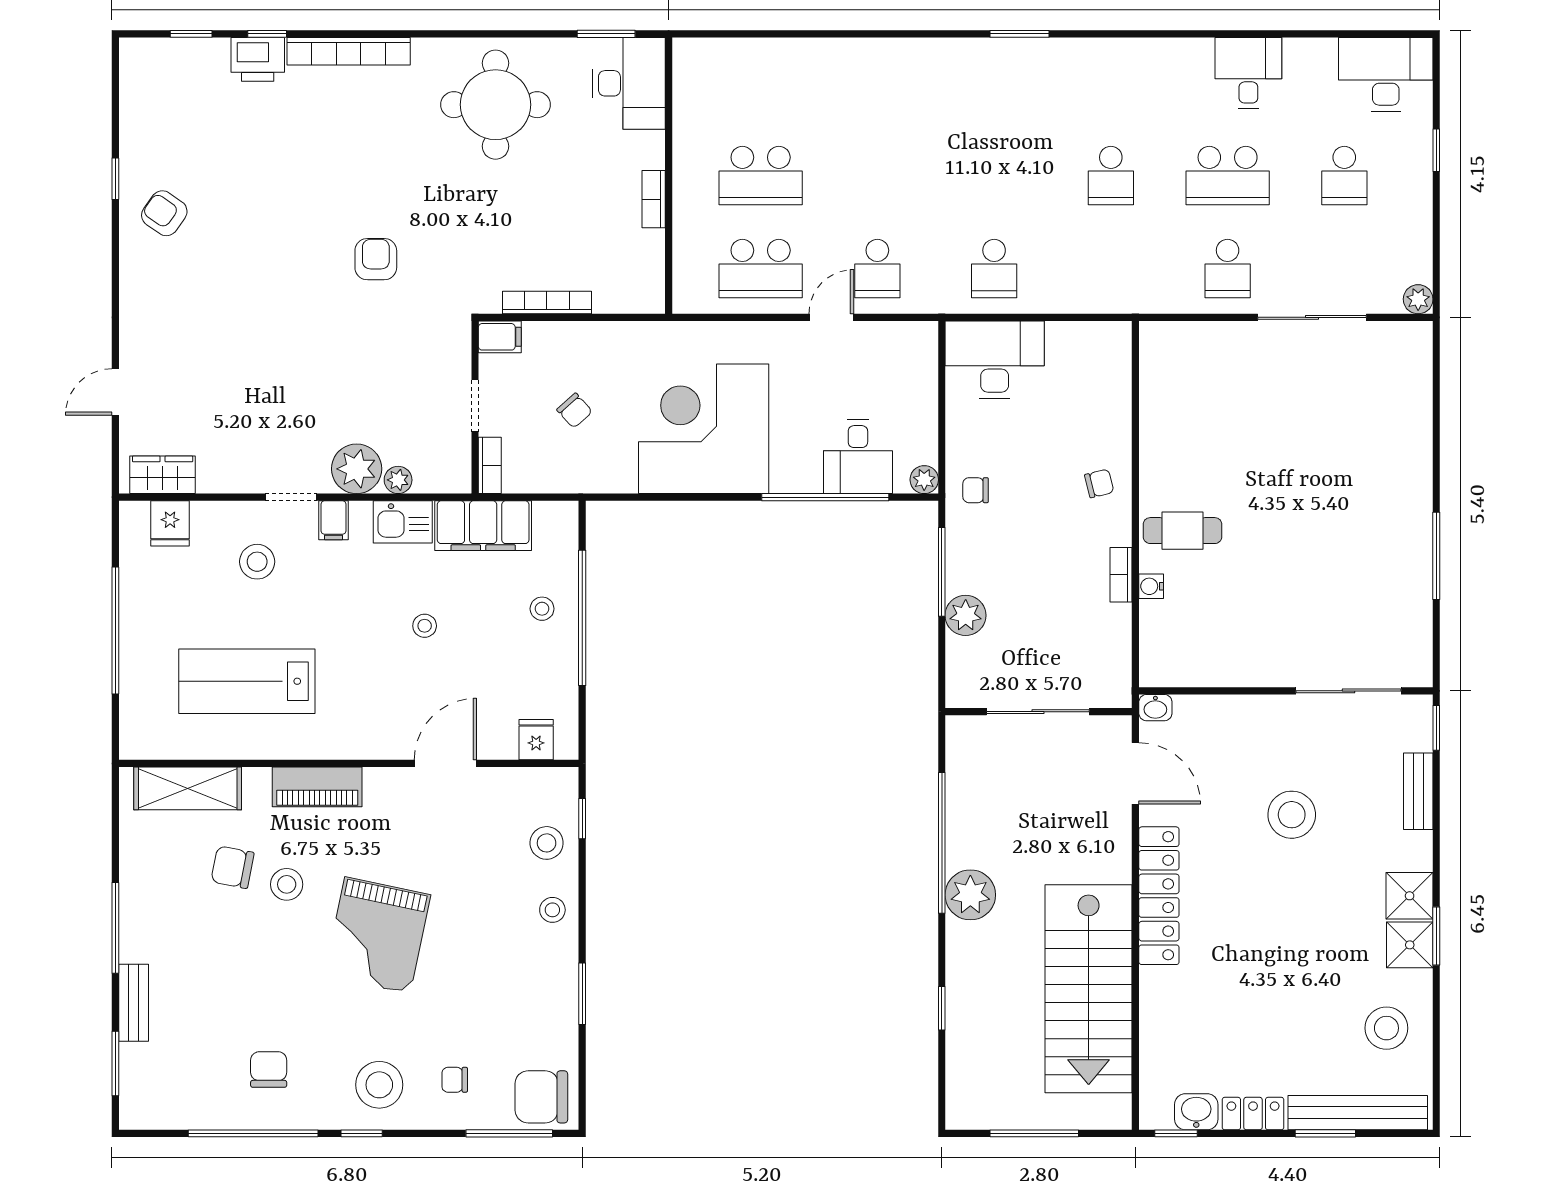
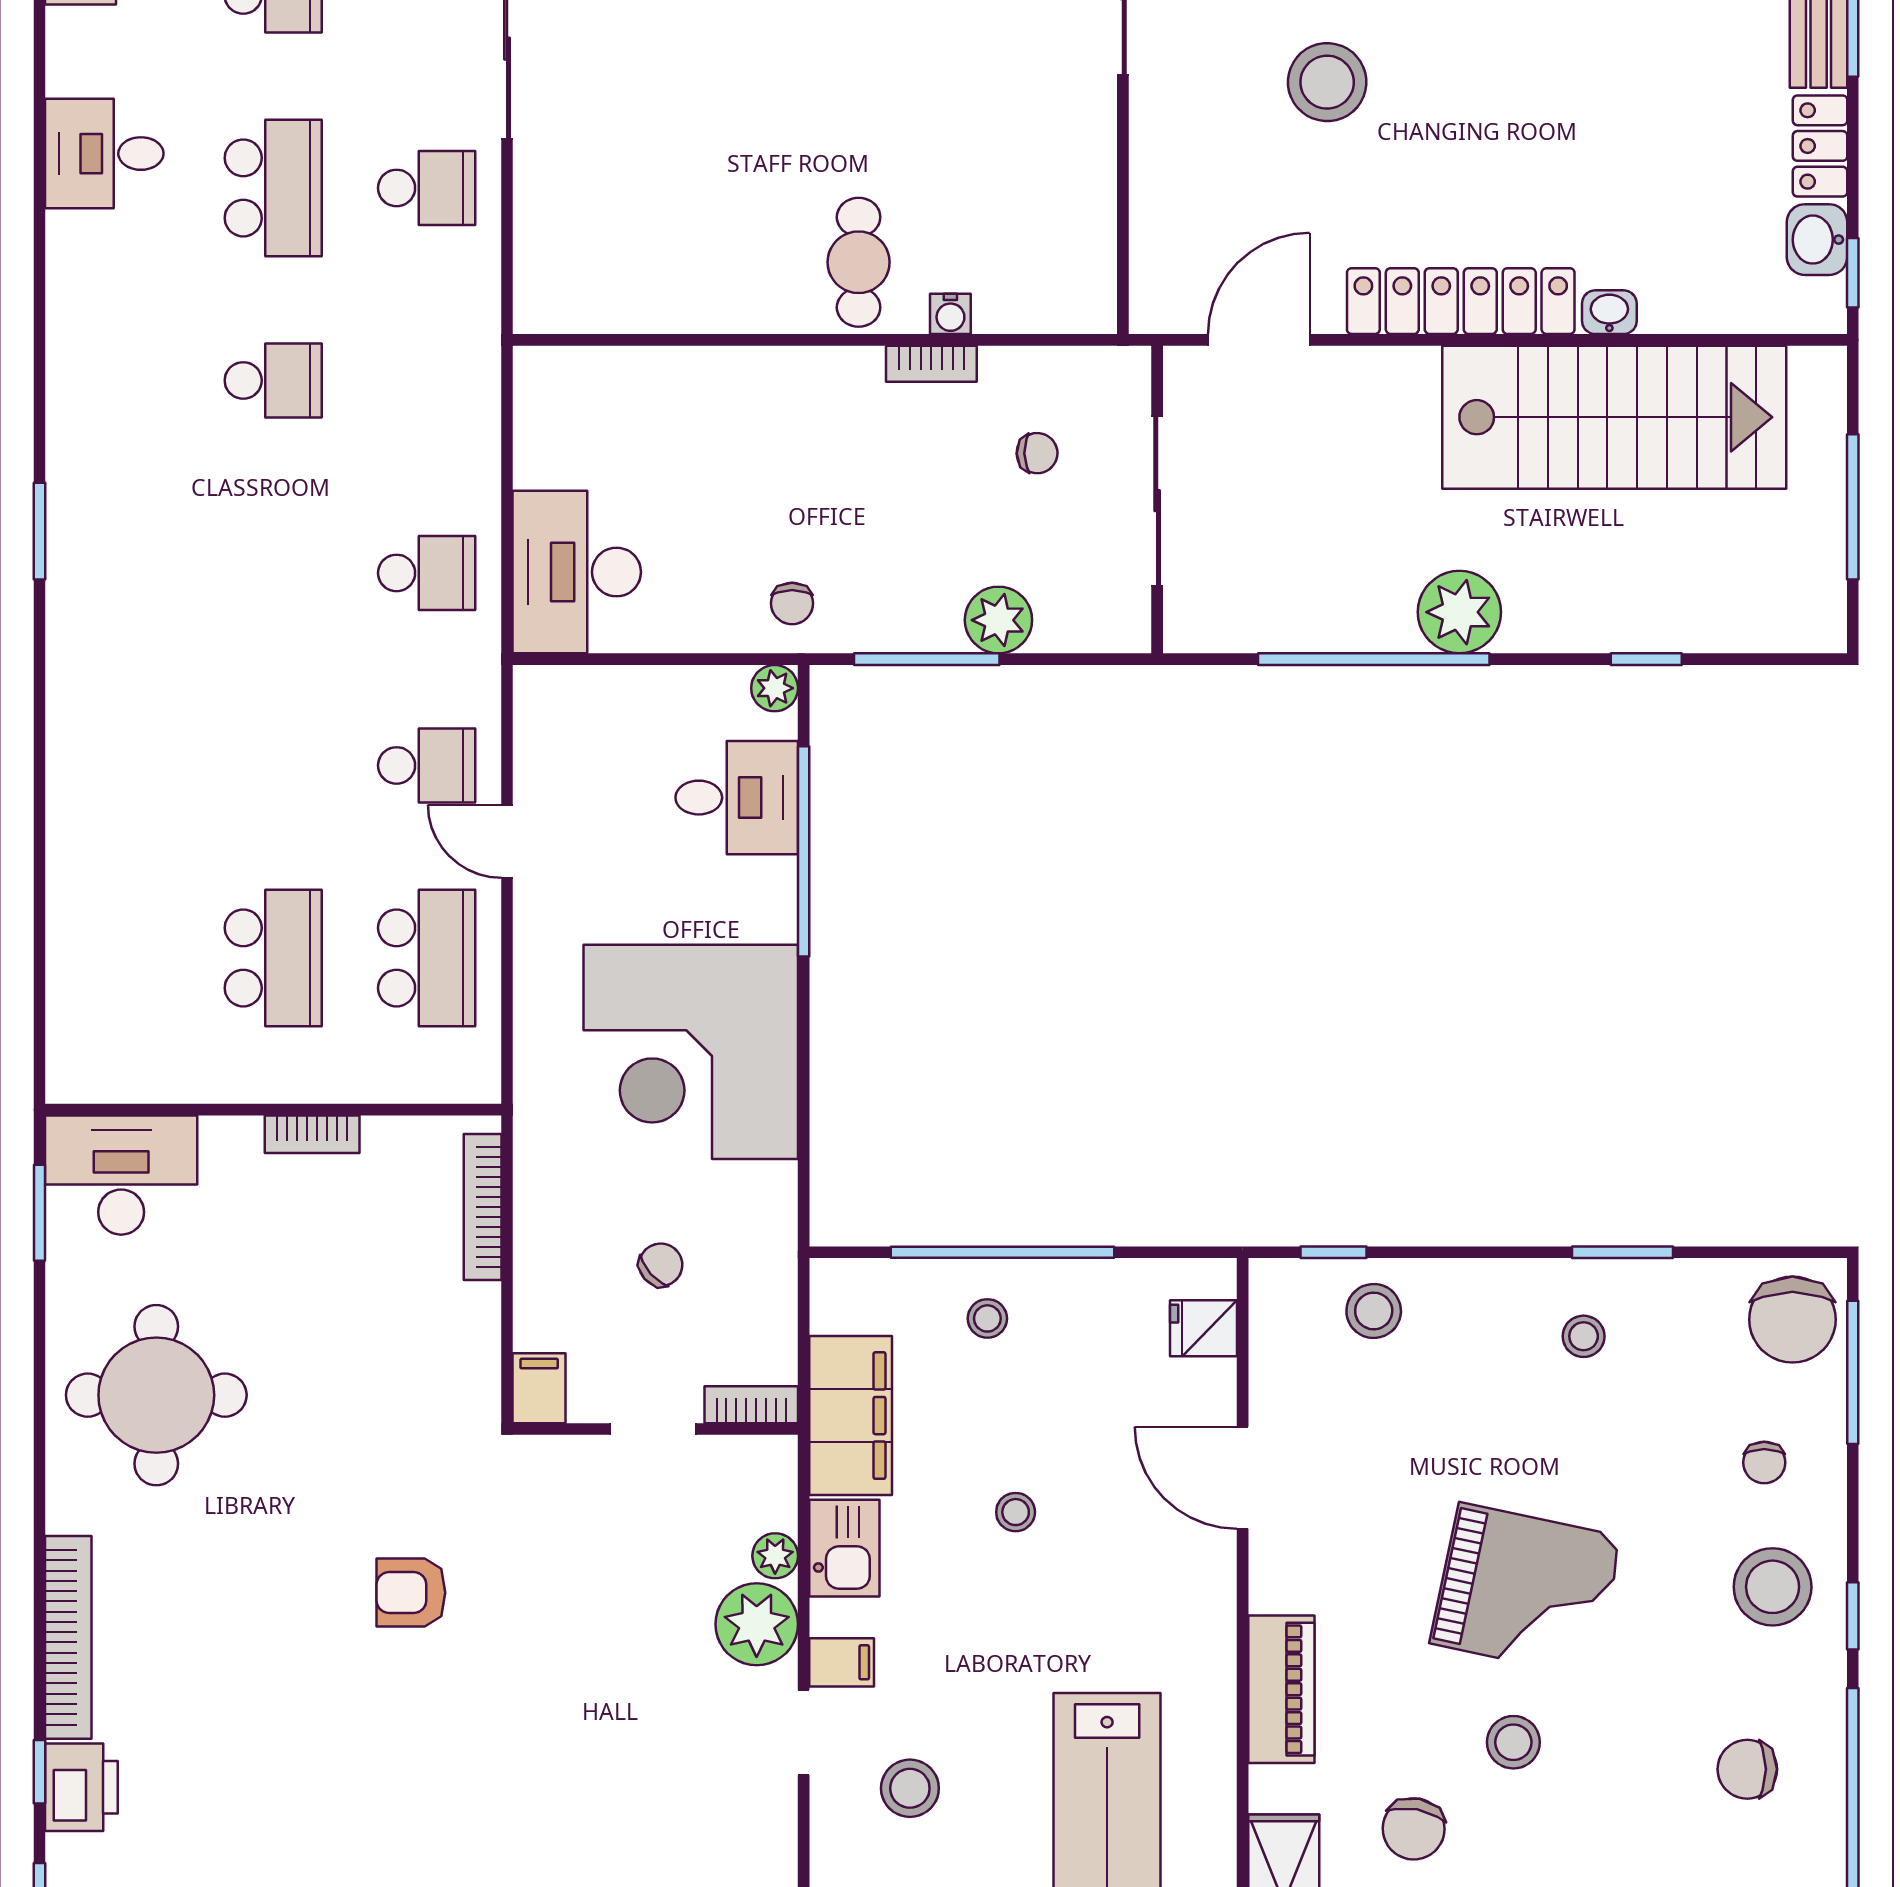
bookcase: (547, 303) -> (483, 1207), moved
chair: (1099, 483) -> (1037, 453), moved, turned 103
washbasin: (1155, 708) -> (1609, 312), moved, turned -90
stool: (287, 884) -> (1513, 1742), moved
stool: (552, 910) -> (1584, 1336), moved

